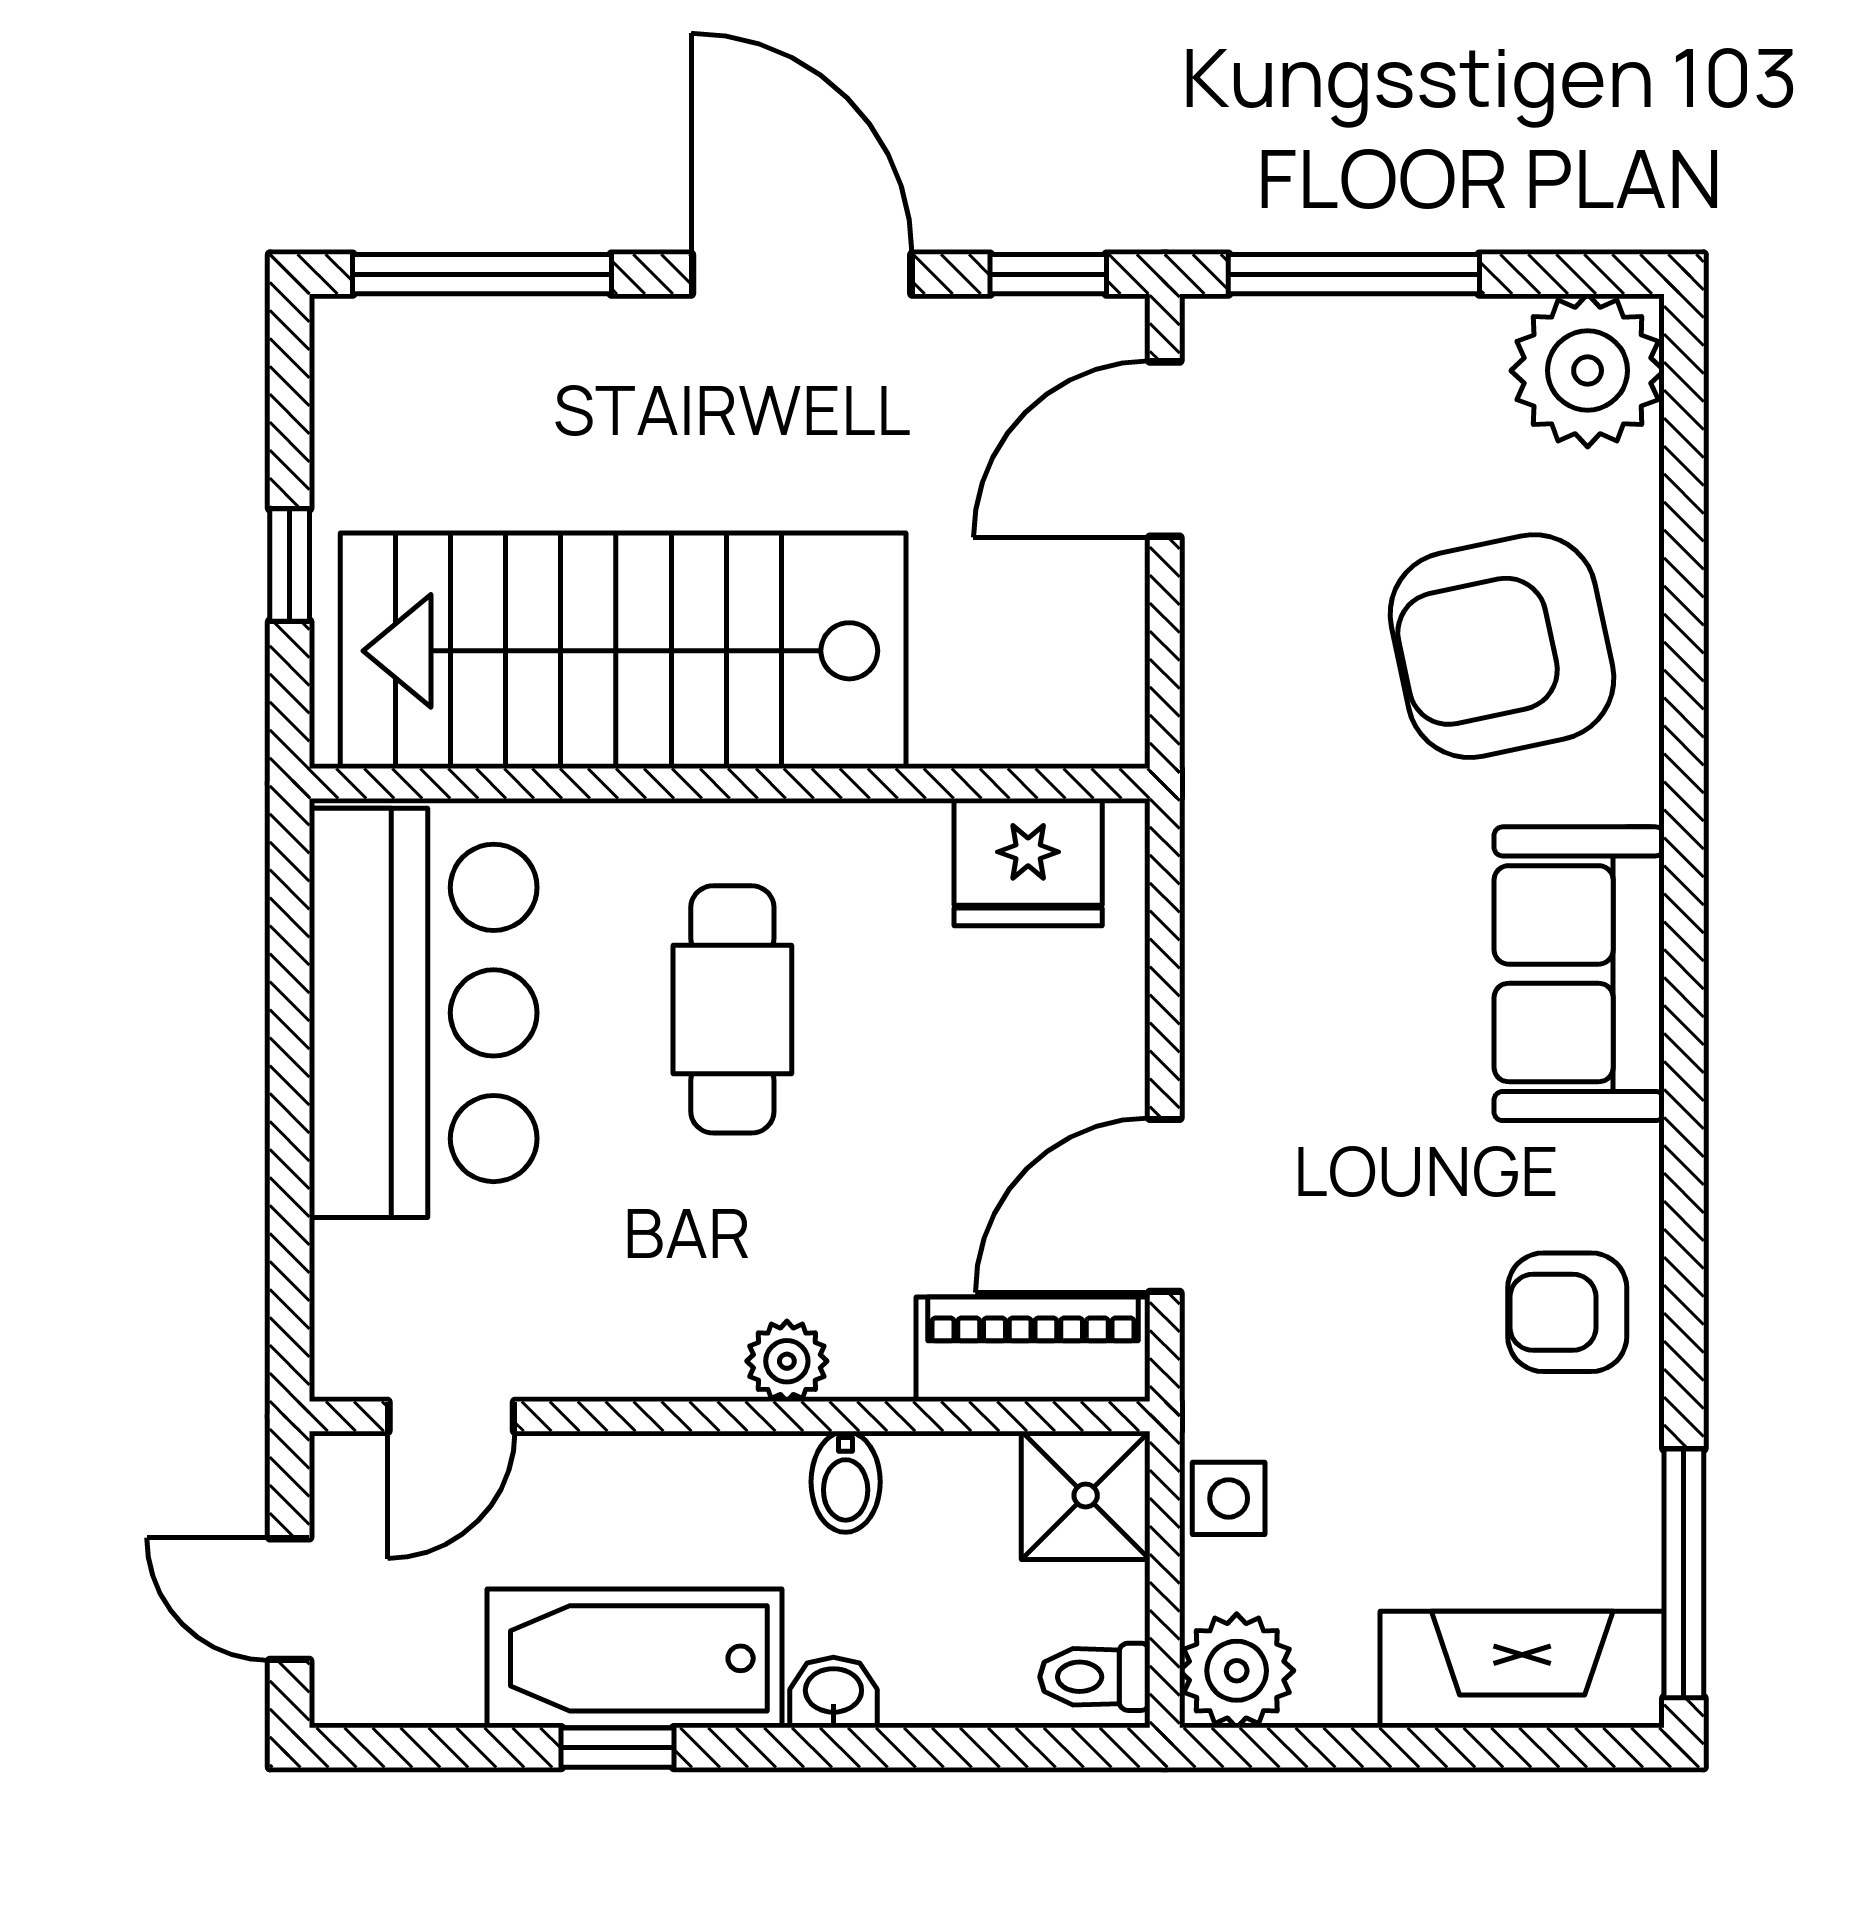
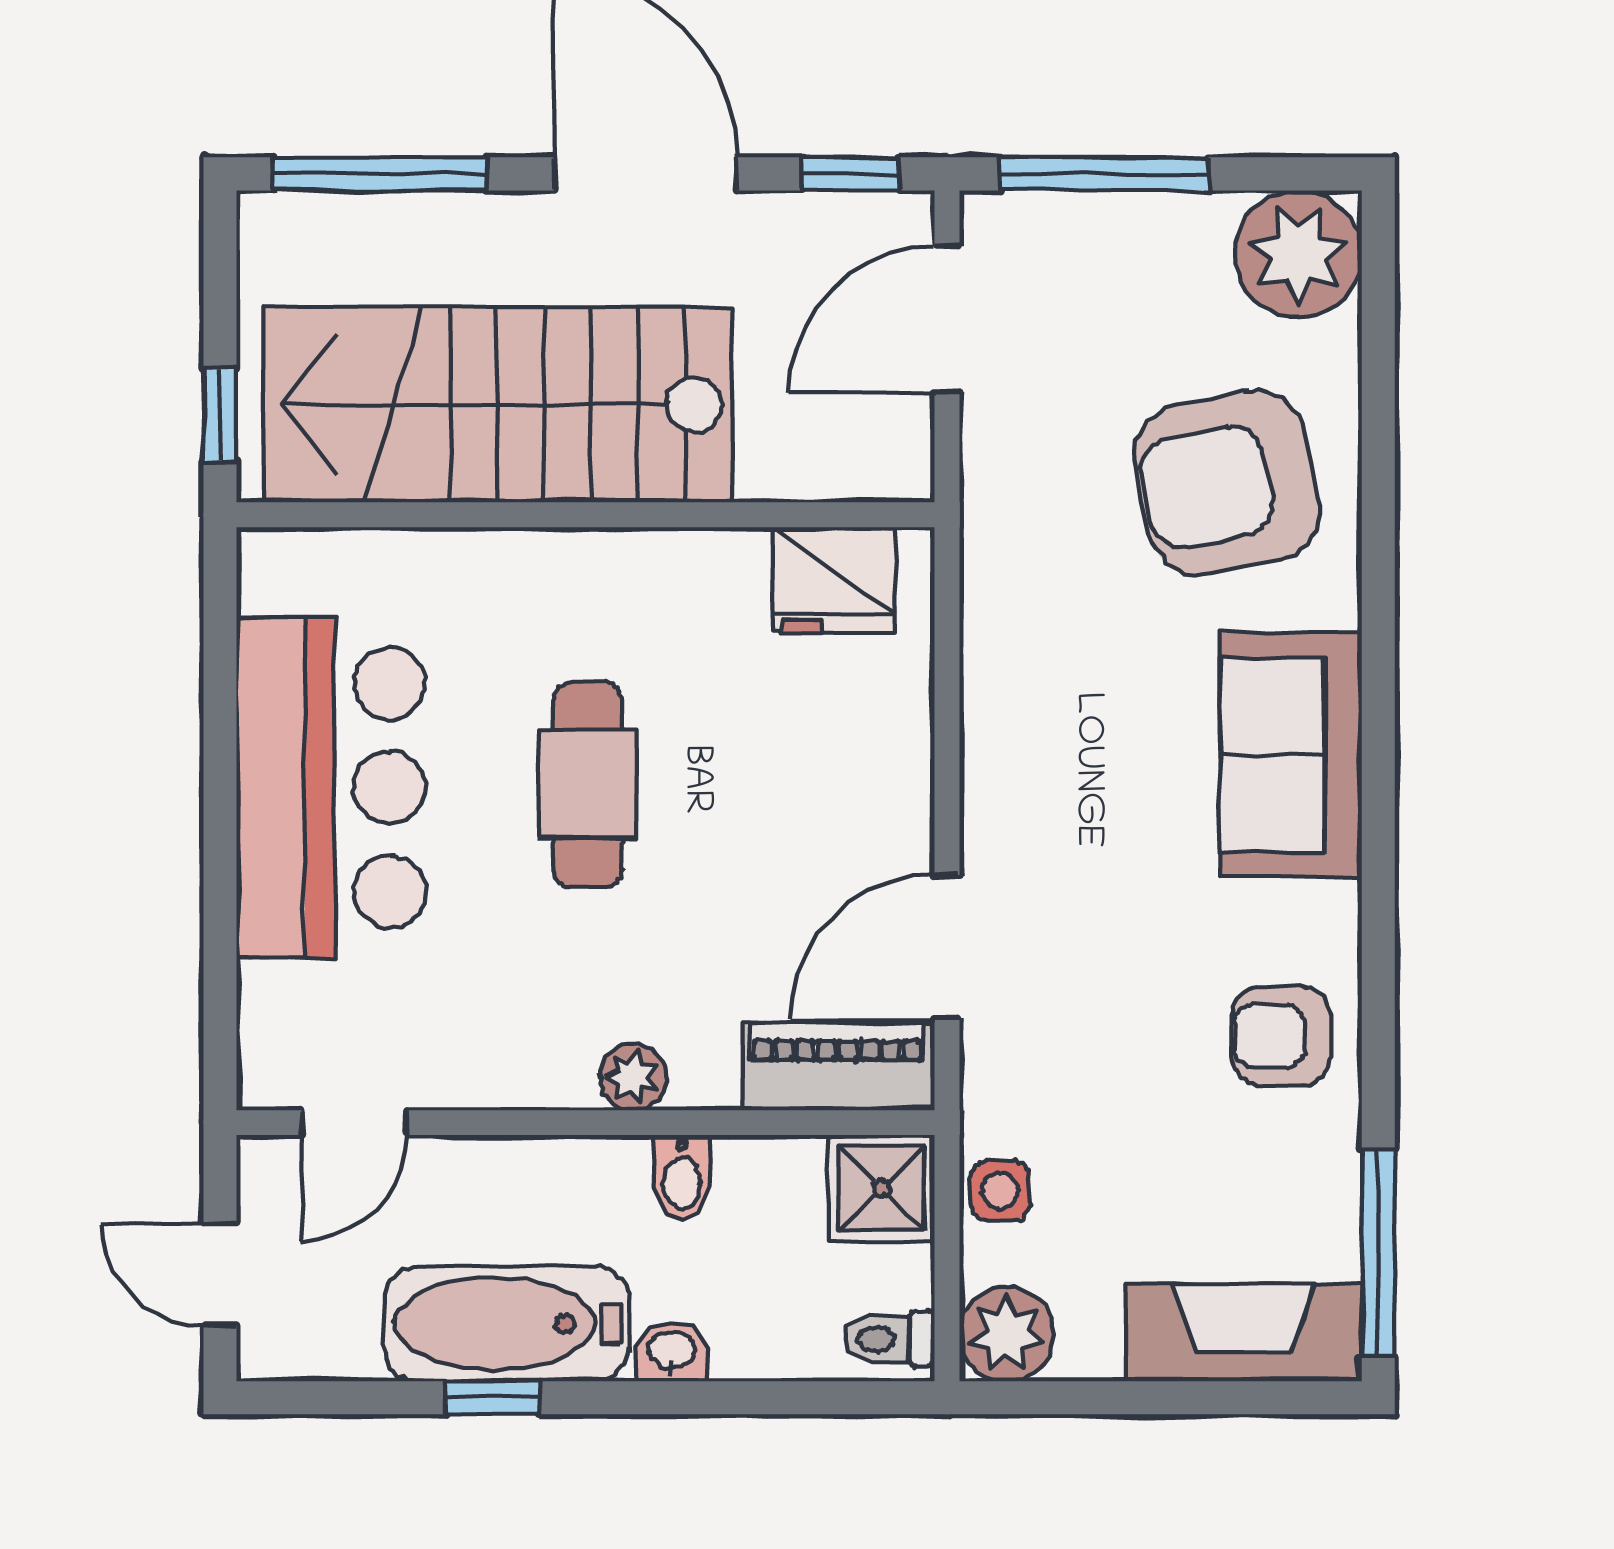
stairs: (623, 651) -> (497, 405), moved
wall: (730, 783) -> (586, 515), moved
fridge: (1028, 862) -> (834, 580), moved

